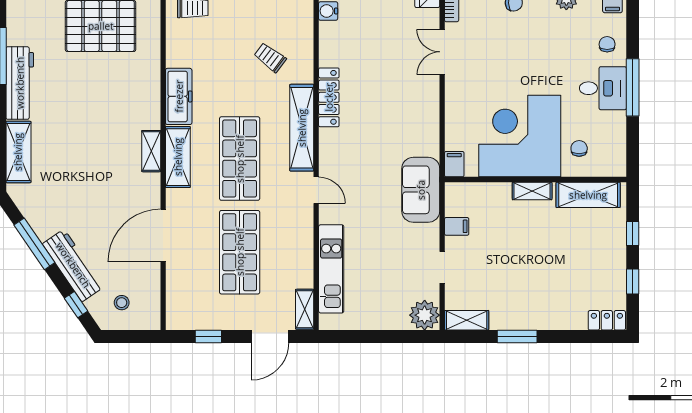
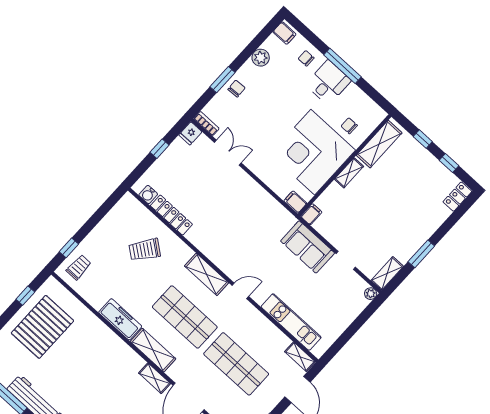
double door: (442, 52) -> (228, 153), swing flipped
trolley: (270, 58) -> (145, 250), width x1.36, depth x1.39
locker: (329, 97) -> (171, 215), moved
shelving: (302, 128) -> (207, 274), width x0.68
shelving: (151, 151) -> (155, 378), moved
sofa: (421, 190) -> (308, 247), moved
filing cabinet: (457, 226) -> (311, 214), moved
plant: (425, 315) -> (371, 294), width x0.53, depth x0.53

